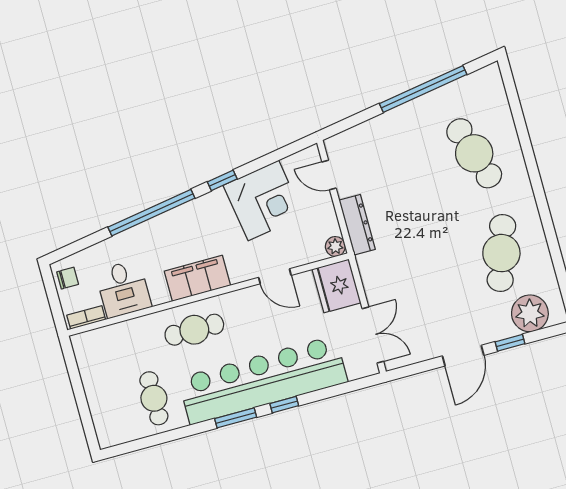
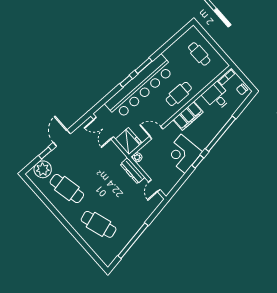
door: (329, 175) -> (154, 186), swing flipped
corner desk: (263, 200) -> (183, 154), moved
cafe table: (501, 253) -> (67, 189), turned -30
cafe table: (154, 398) -> (199, 54), moved

